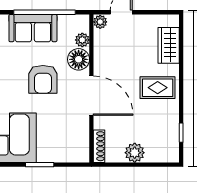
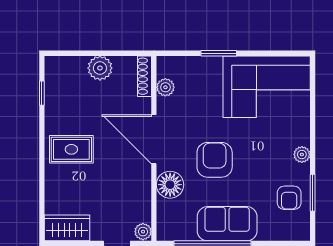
plant: (82, 40) -> (165, 87), moved
wardrobe: (169, 45) -> (67, 228), moved, turned -90

